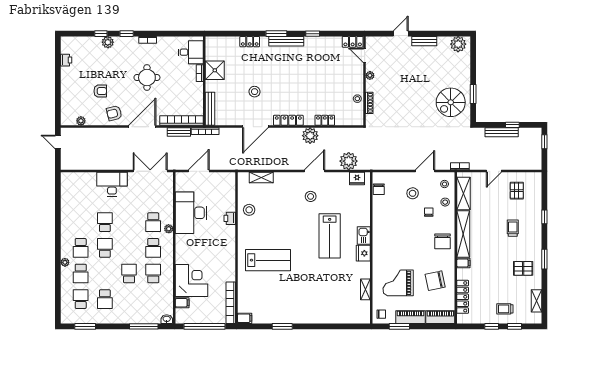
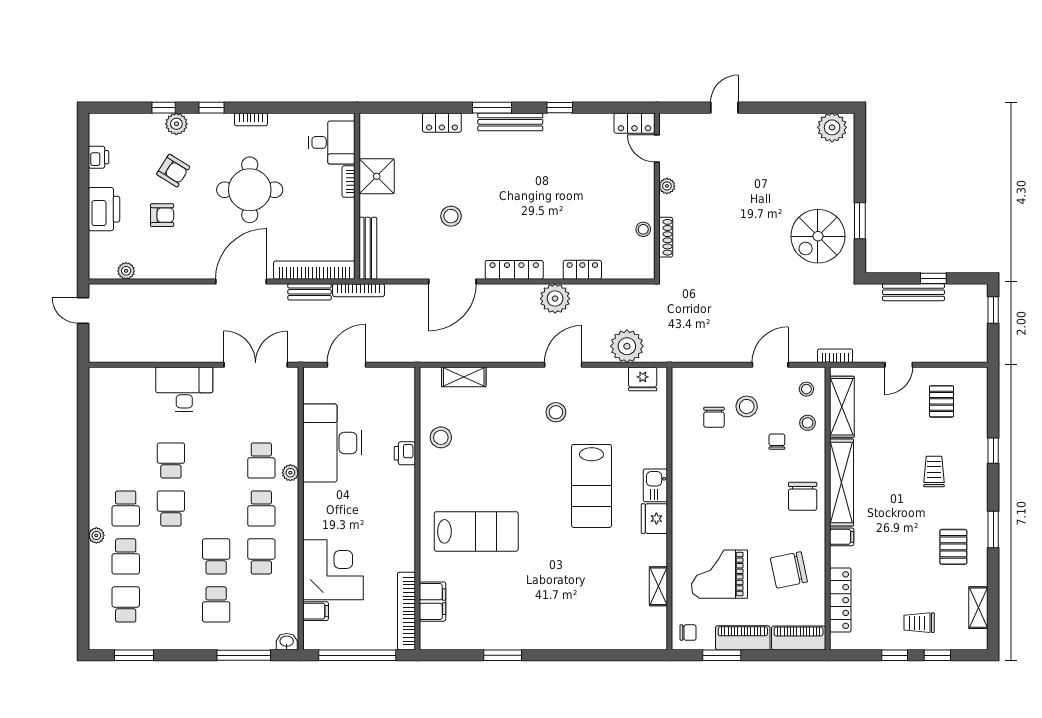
bench: (424, 41) -> (768, 122), removed
round table: (147, 78) -> (250, 190), width x1.36, depth x1.36
printer: (69, 88) -> (104, 209), added
armchair: (114, 113) -> (173, 171), moved, turned -134
chair: (379, 189) -> (714, 417), moved
pallet: (523, 268) -> (953, 547), turned 90
school desk: (105, 299) -> (216, 604), moved
filing cabinet: (245, 318) -> (433, 602), moved, width x2.00

